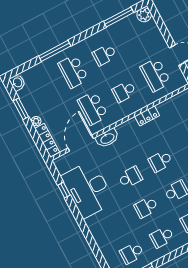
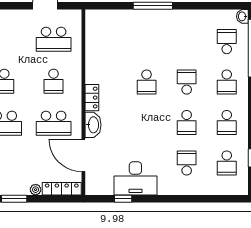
locker: (147, 116) -> (92, 98), moved
school desk: (130, 177) -> (187, 163), moved
desk: (88, 189) -> (135, 178), width x0.73, depth x0.77

